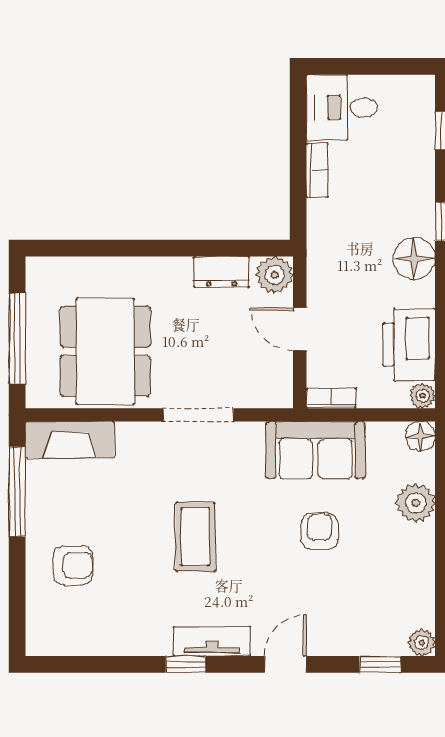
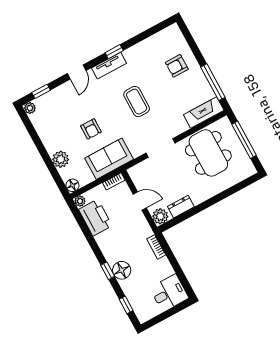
bookcase: (317, 170) -> (156, 247), moved
floor lamp: (414, 258) -> (122, 270), moved

